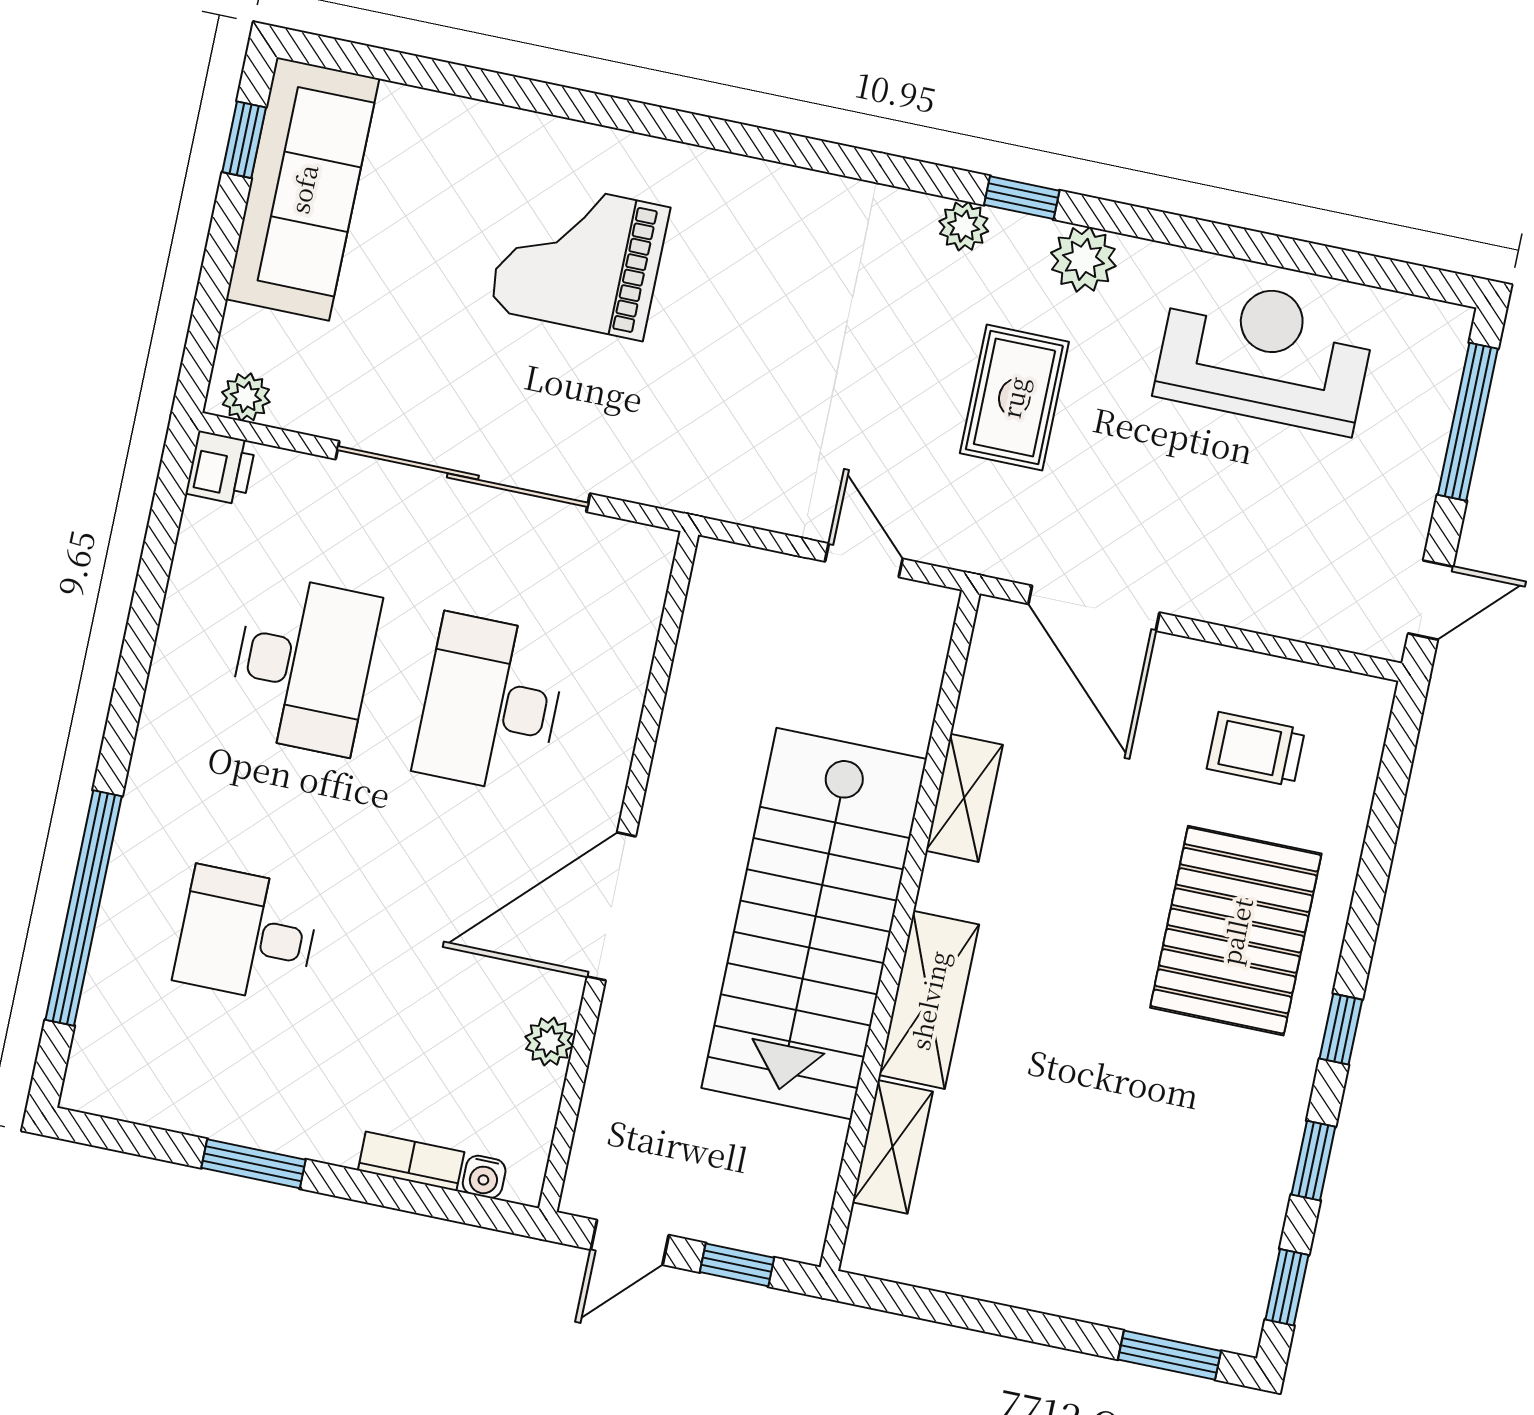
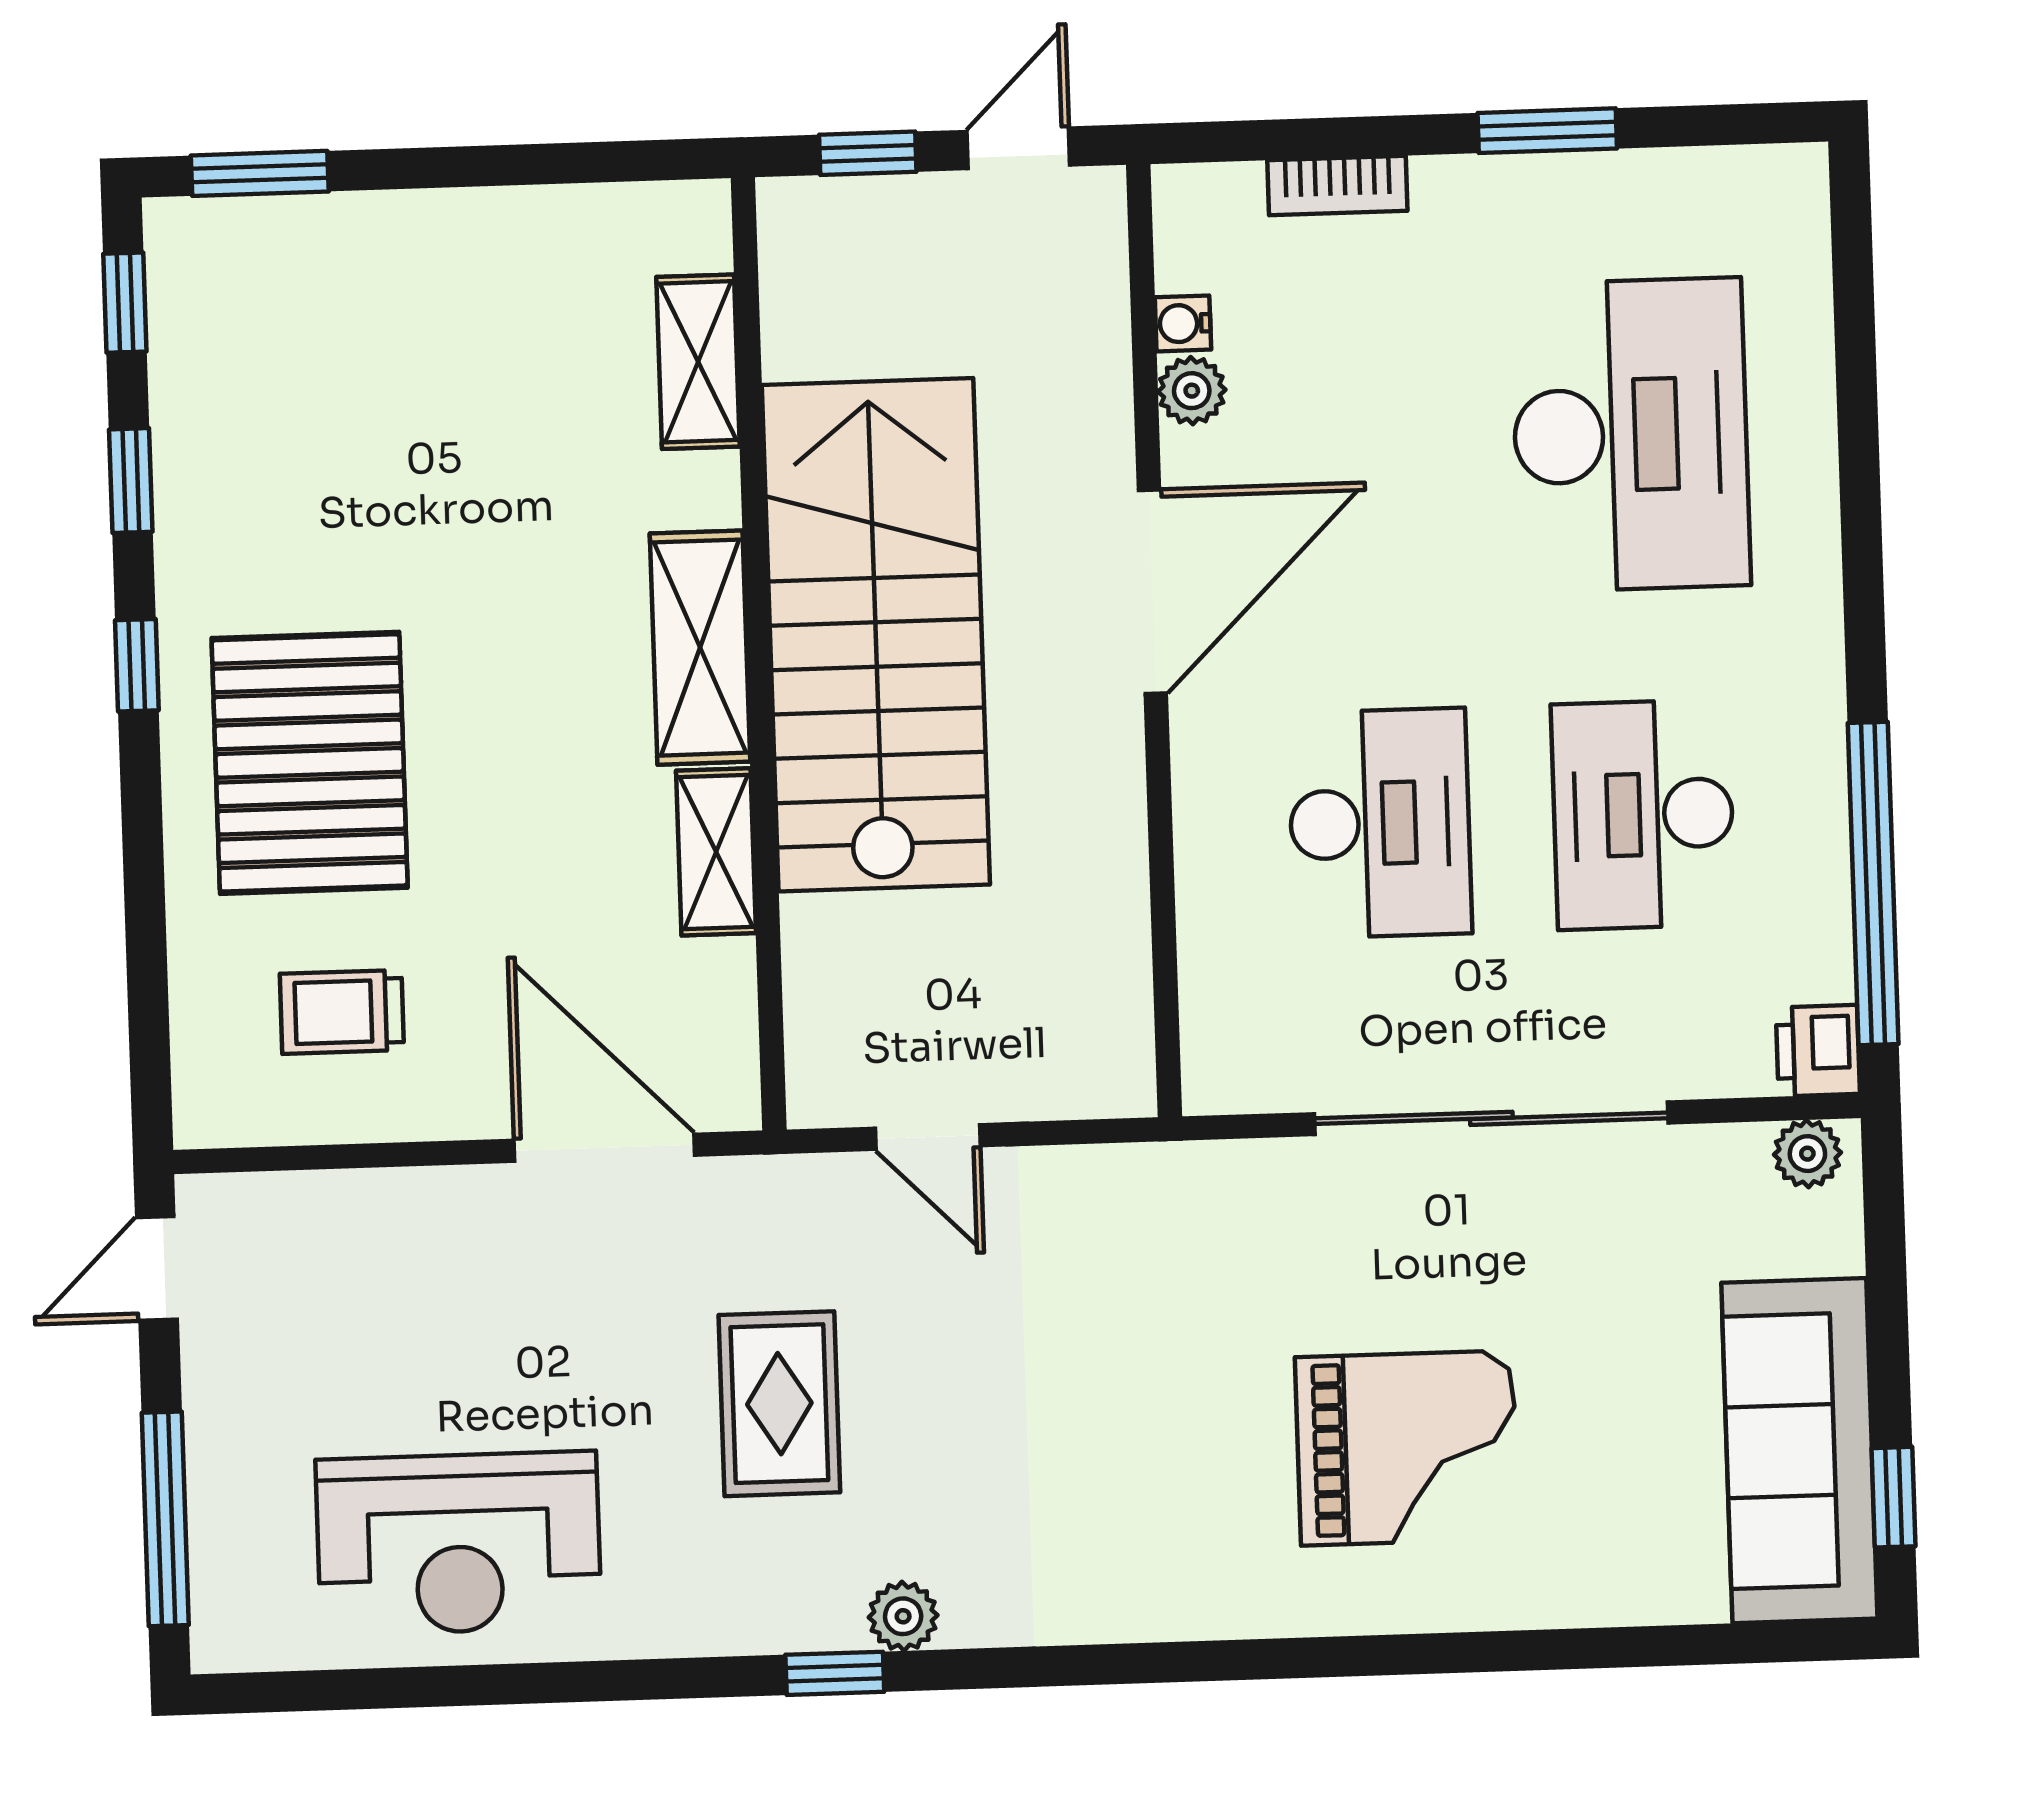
plant: (1083, 259) -> (732, 1611), removed
trolley: (1256, 749) -> (342, 1012), turned 180
window: (84, 908) -> (1873, 883), moved
desk: (247, 935) -> (1631, 435), width x1.87, depth x1.30
shelving: (929, 1000) -> (700, 648), moved
water cooler: (484, 1177) -> (1183, 323), moved, turned -90

